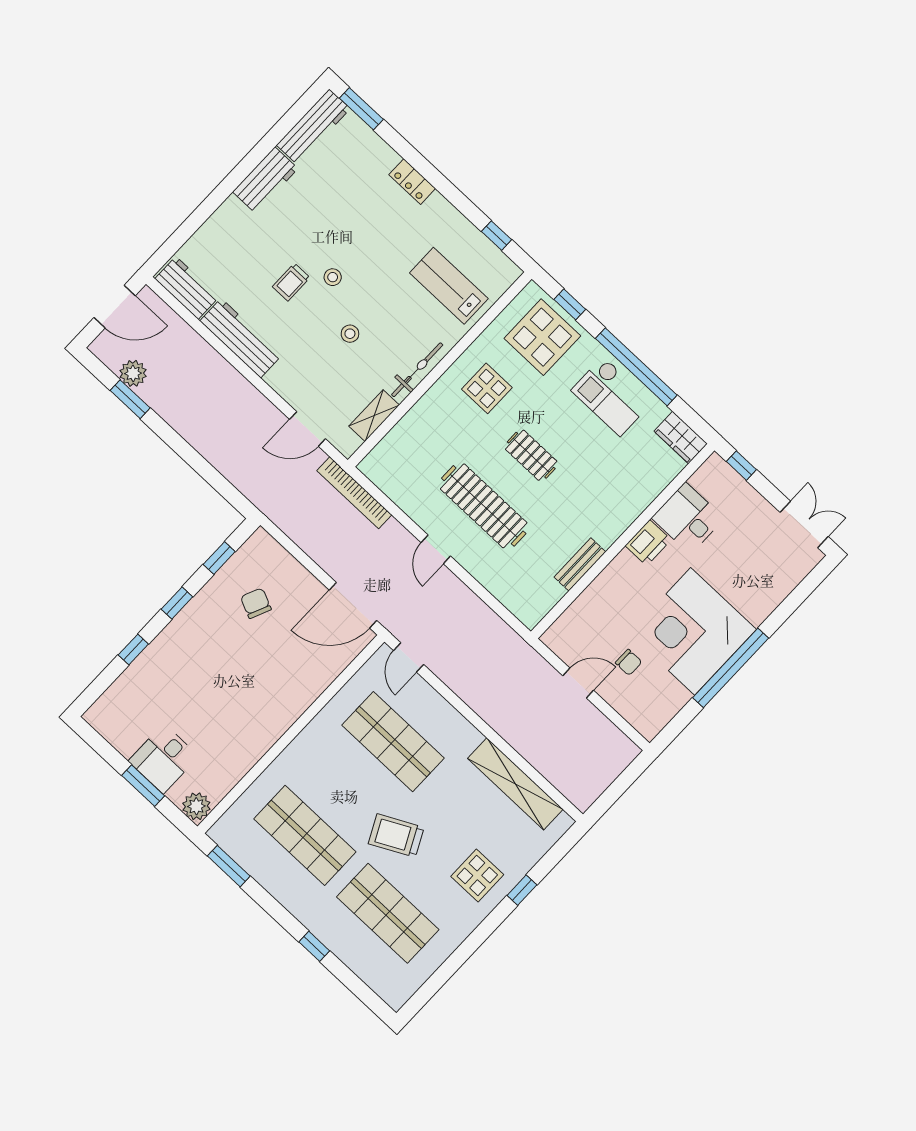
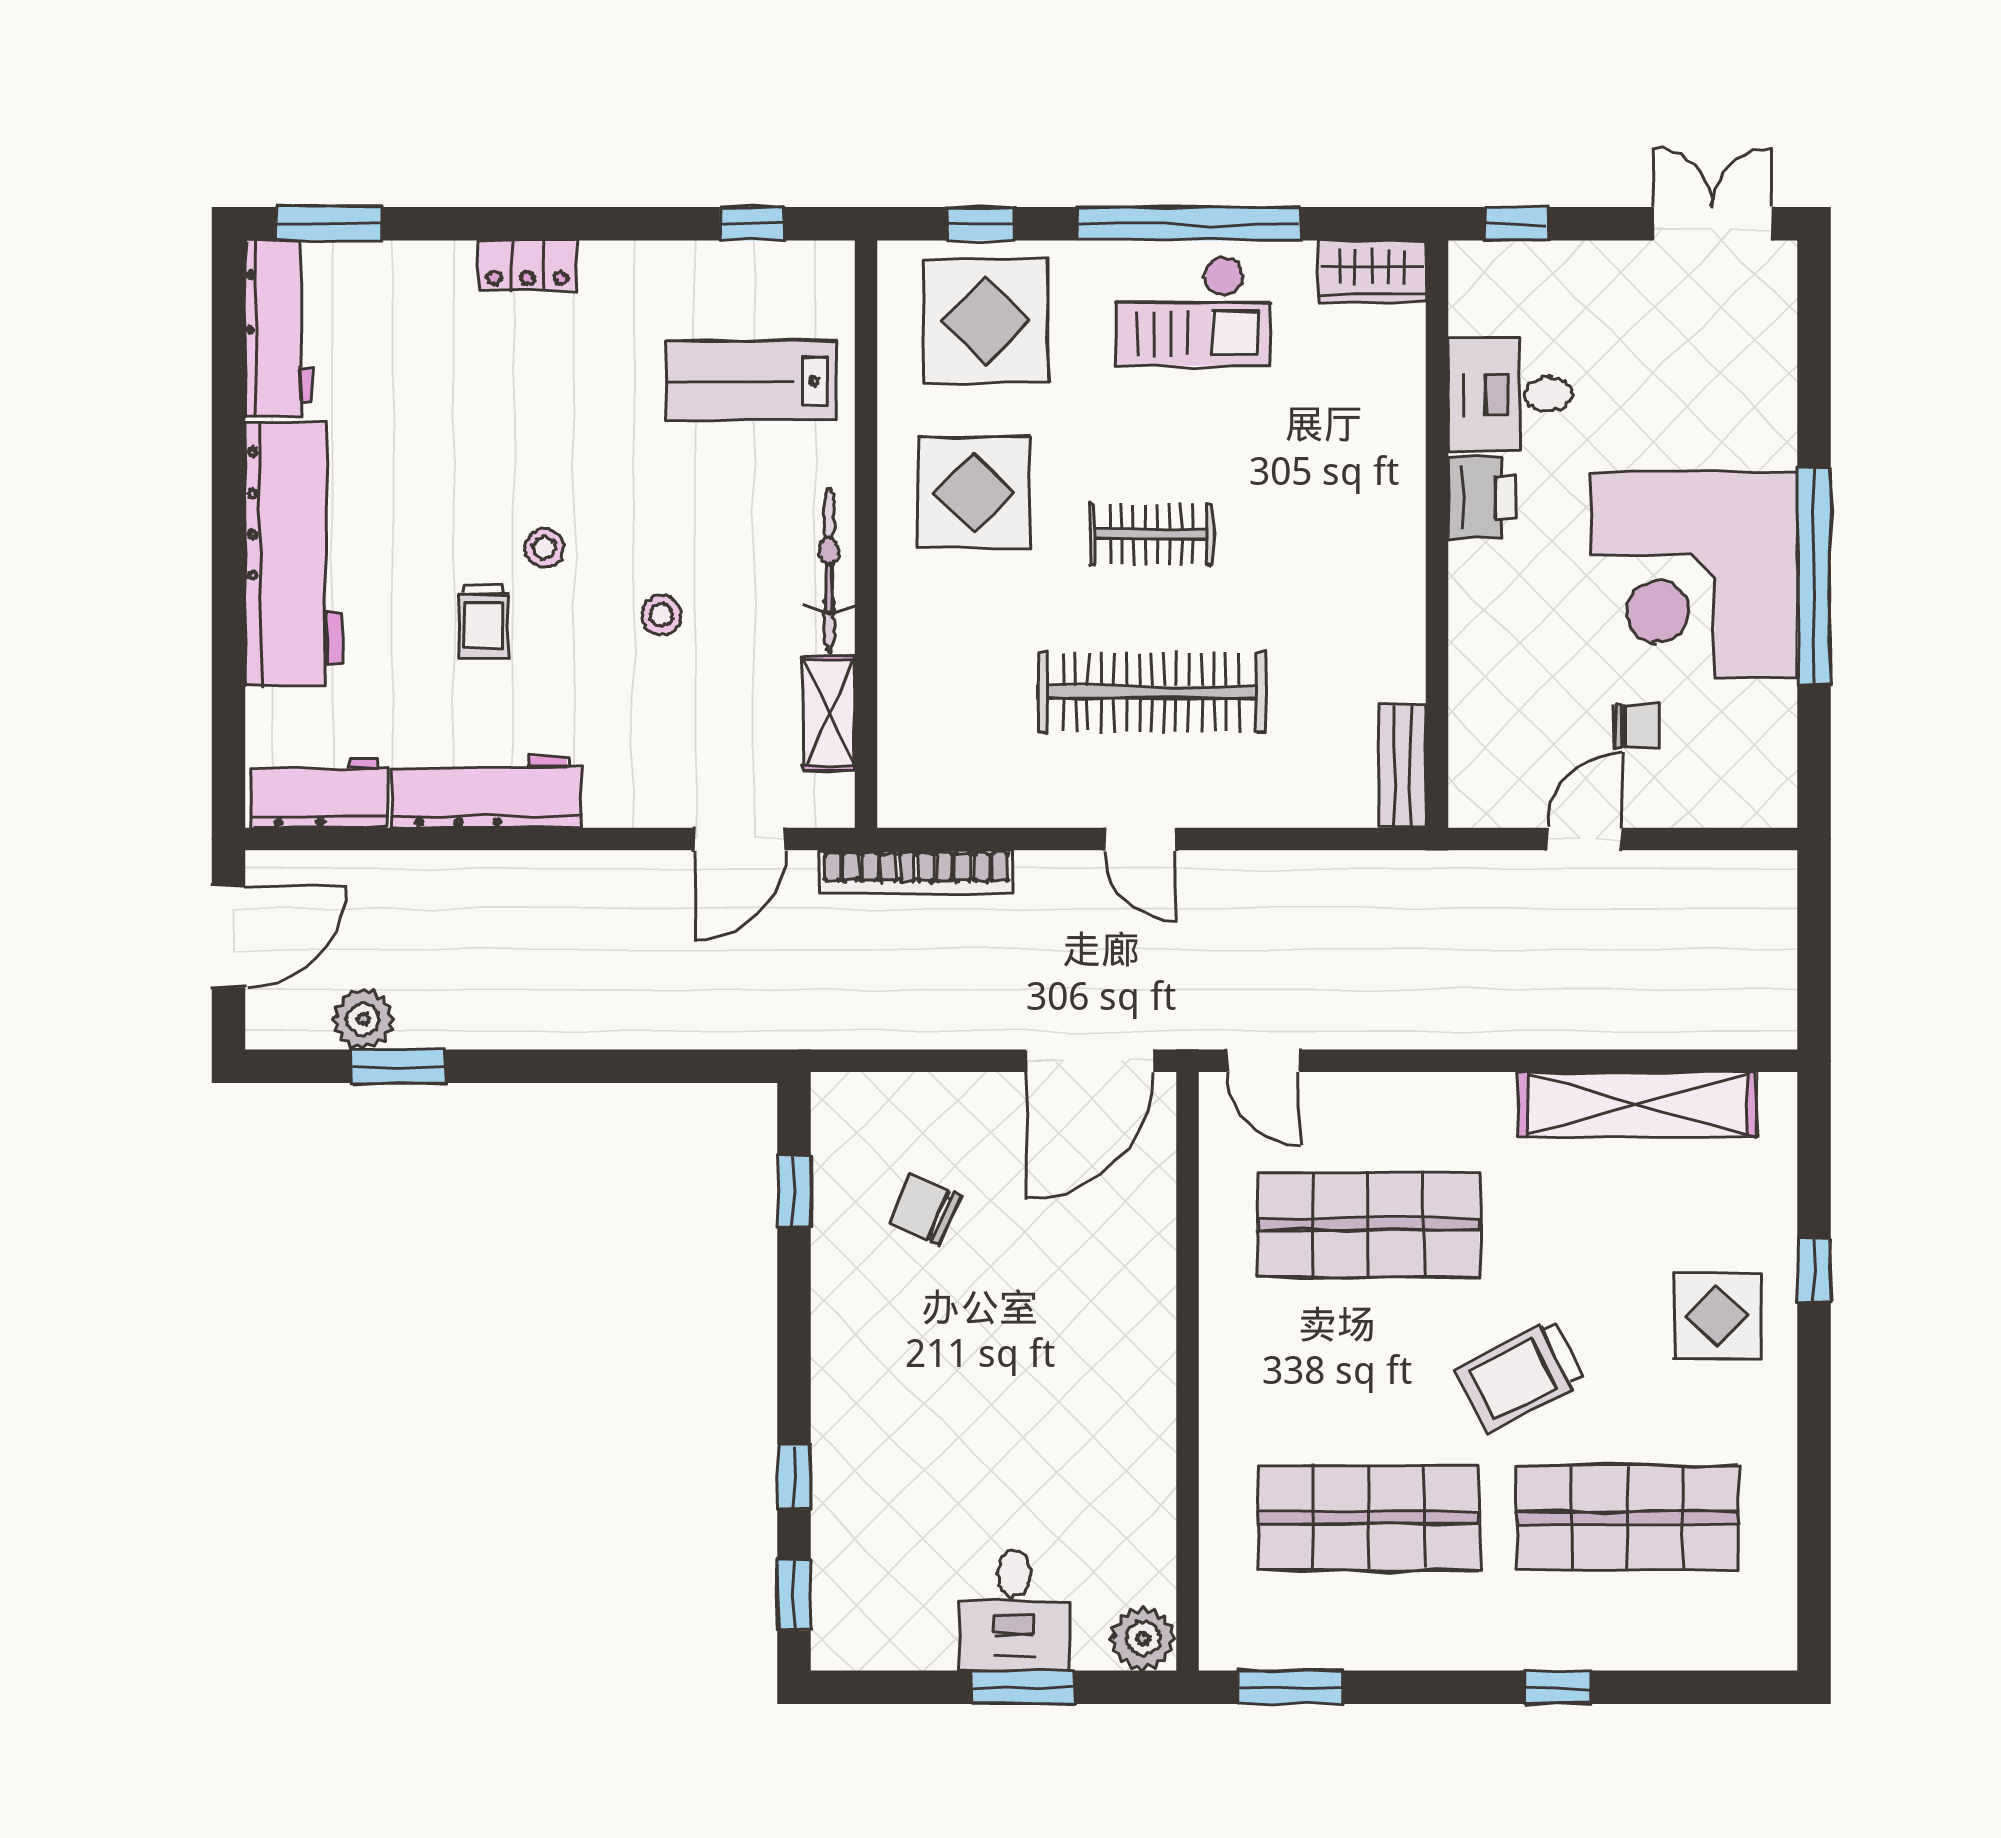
workbench: (265, 180) -> (293, 554), width x1.88, depth x1.32
display table: (487, 388) -> (974, 492), width x1.36, depth x1.36
bench: (580, 564) -> (1402, 766), moved
window: (177, 603) -> (794, 1595), moved

